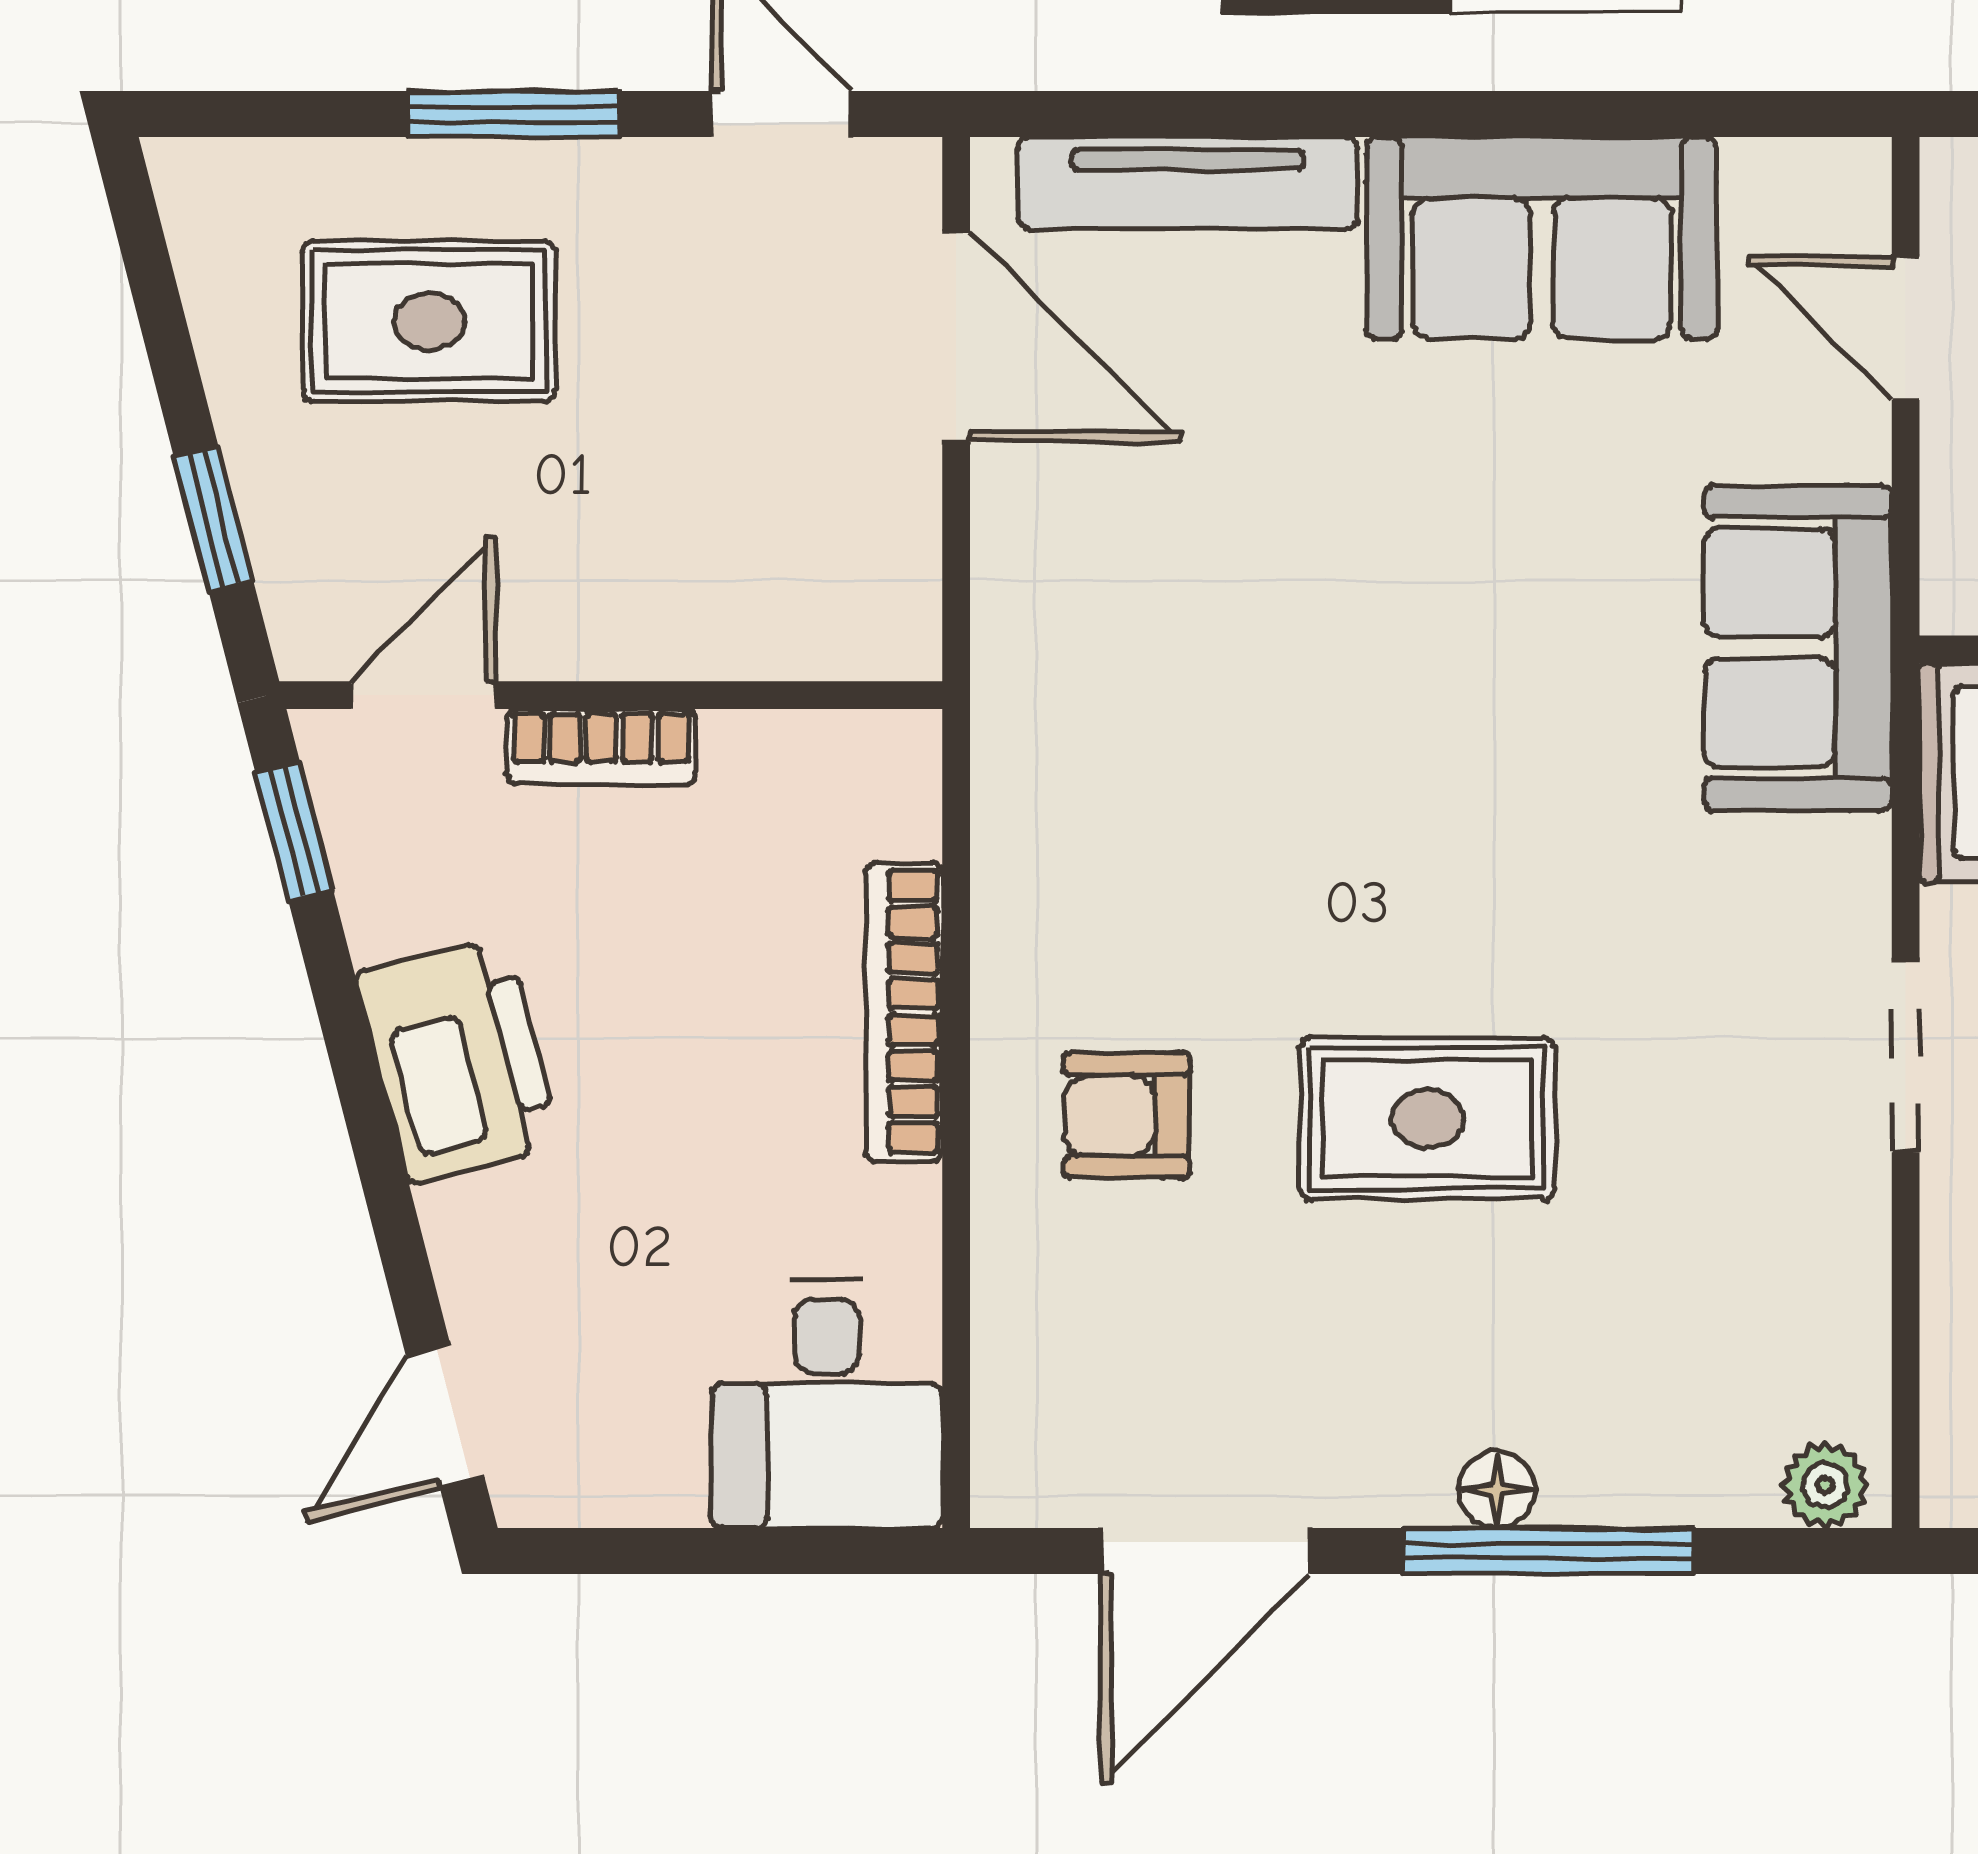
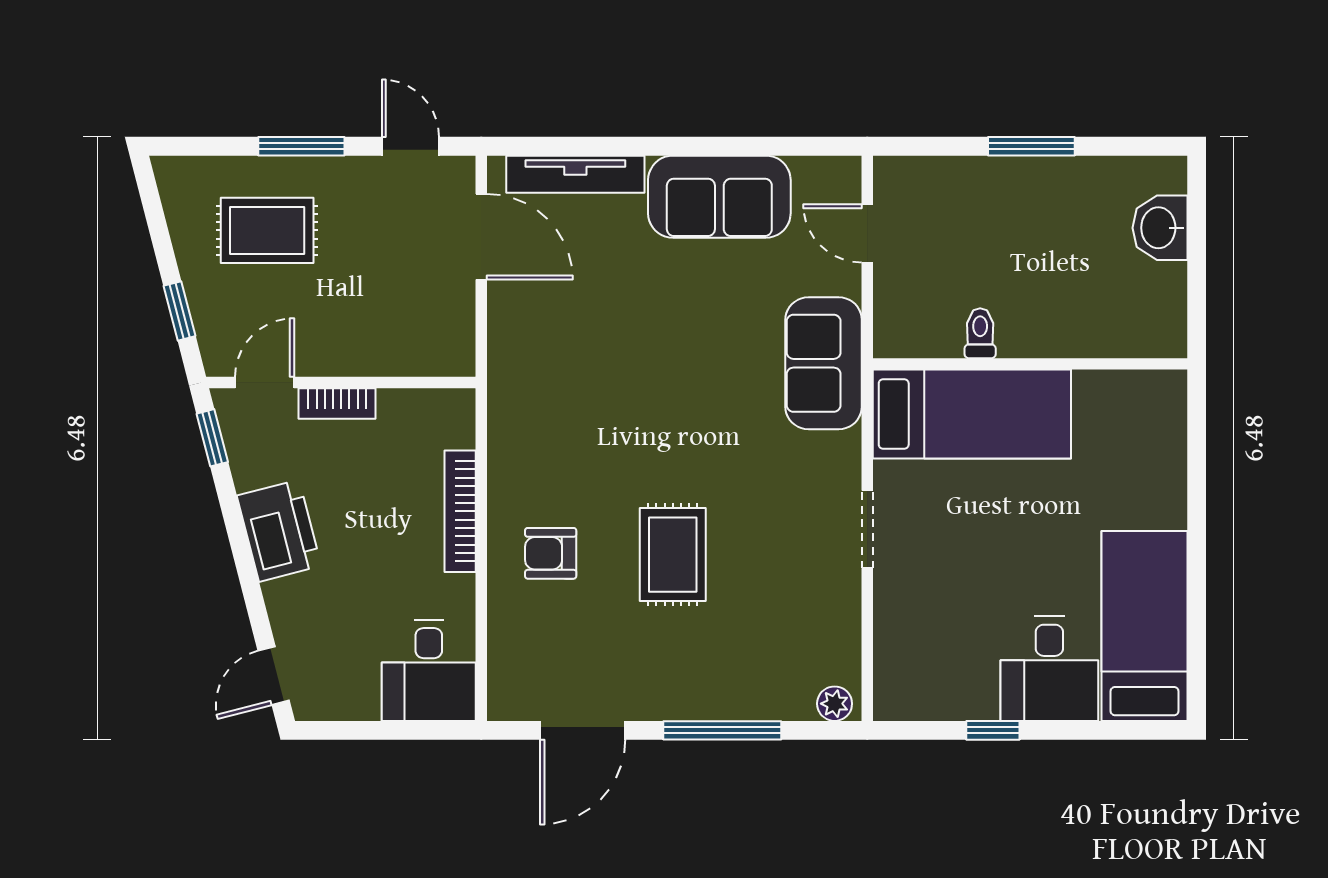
rug: (1427, 1118) -> (673, 555), turned 90
floor lamp: (1497, 1490) -> (701, 706), removed

